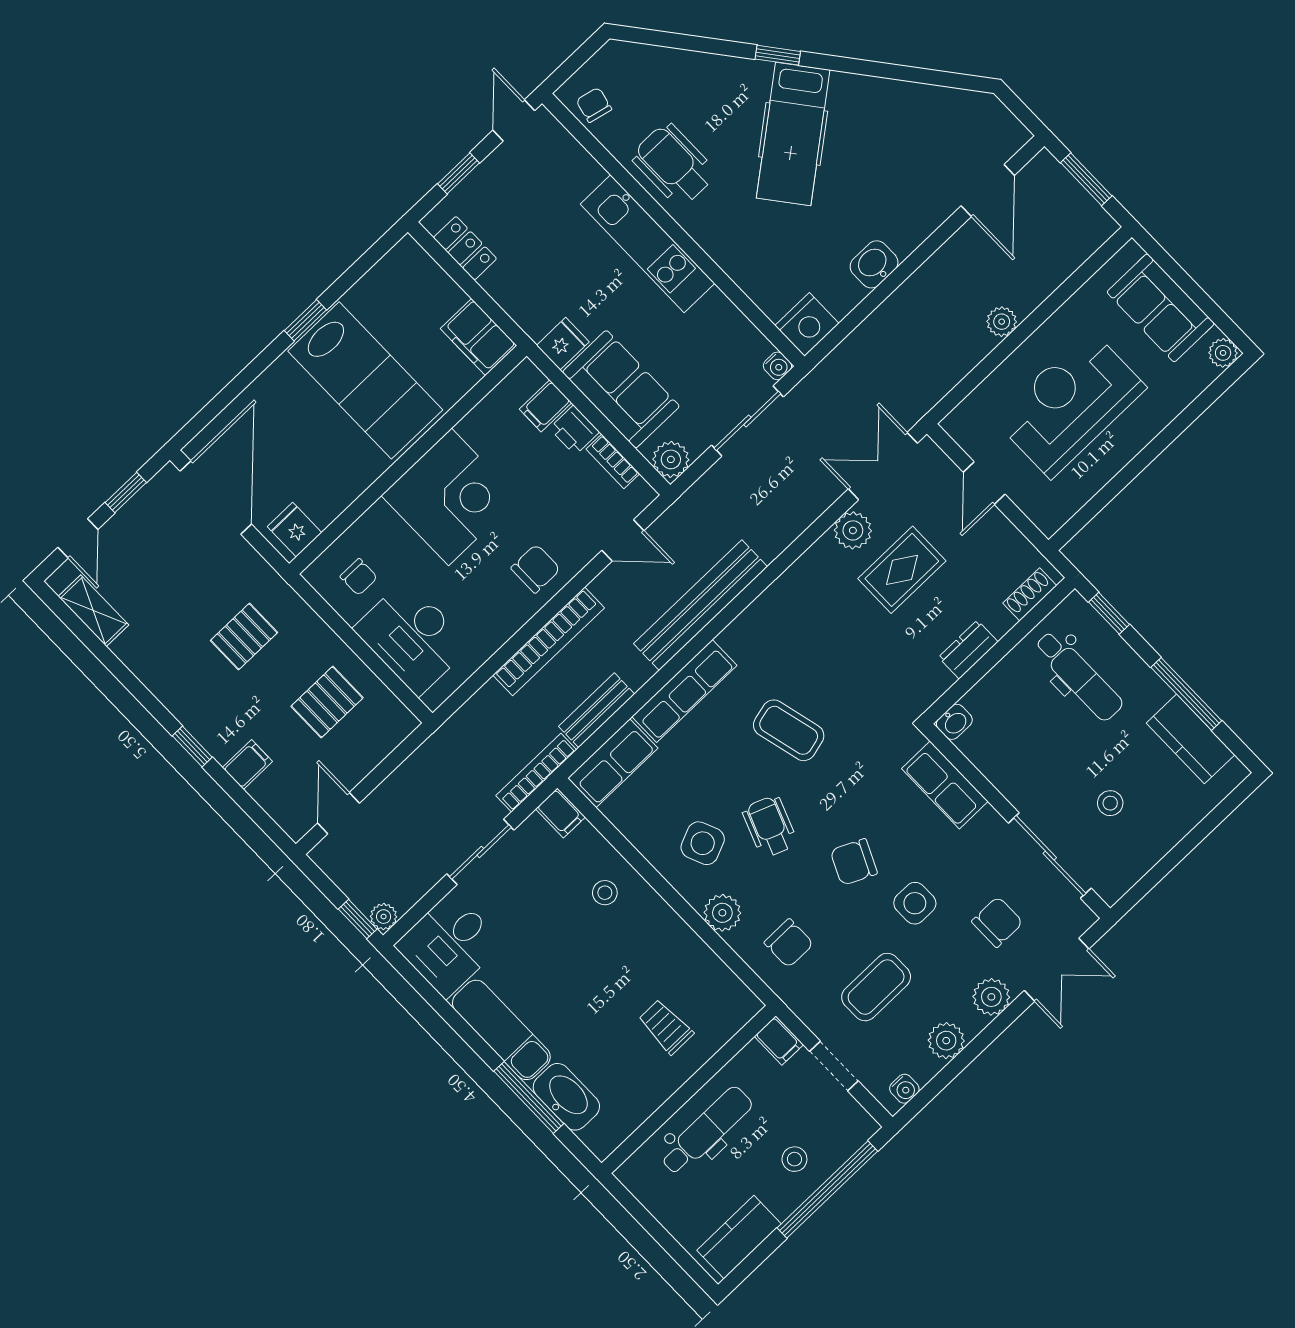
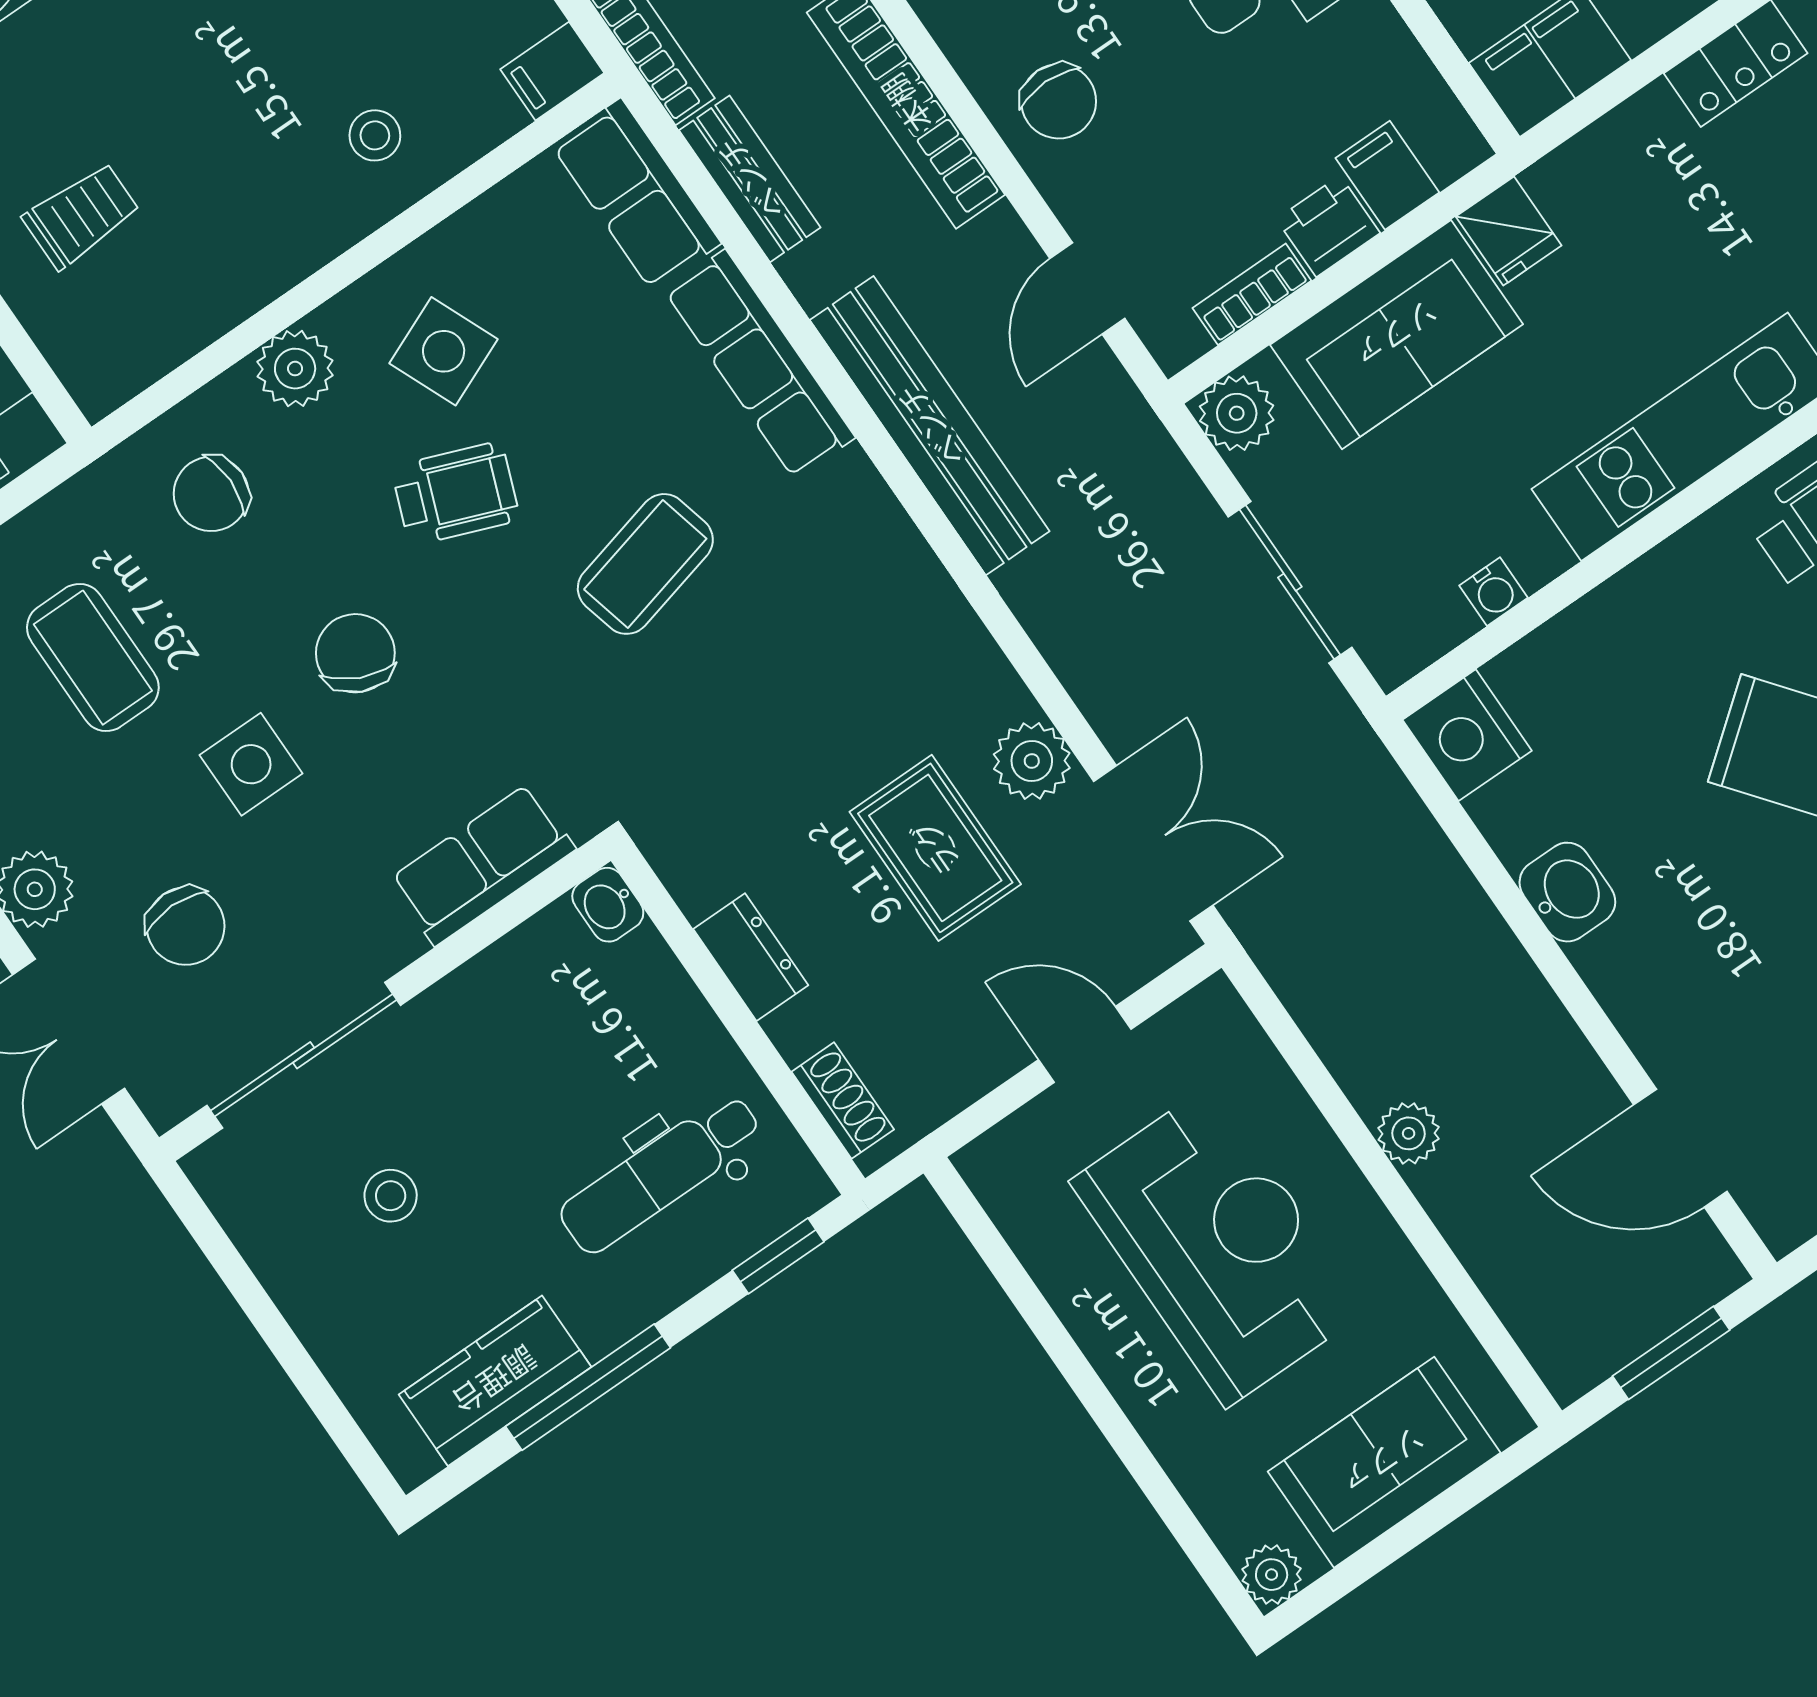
water cooler: (777, 366) -> (1493, 592), moved, turned -90

